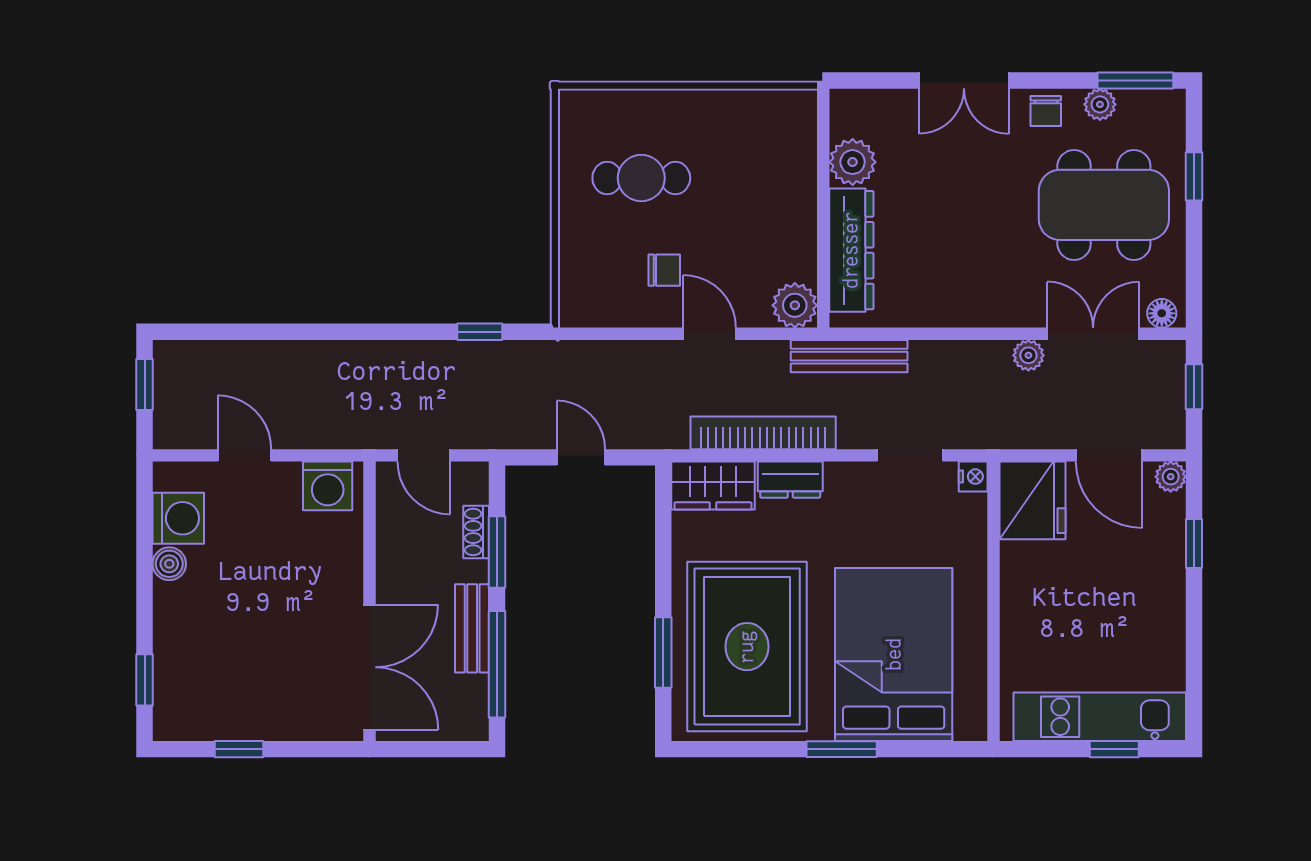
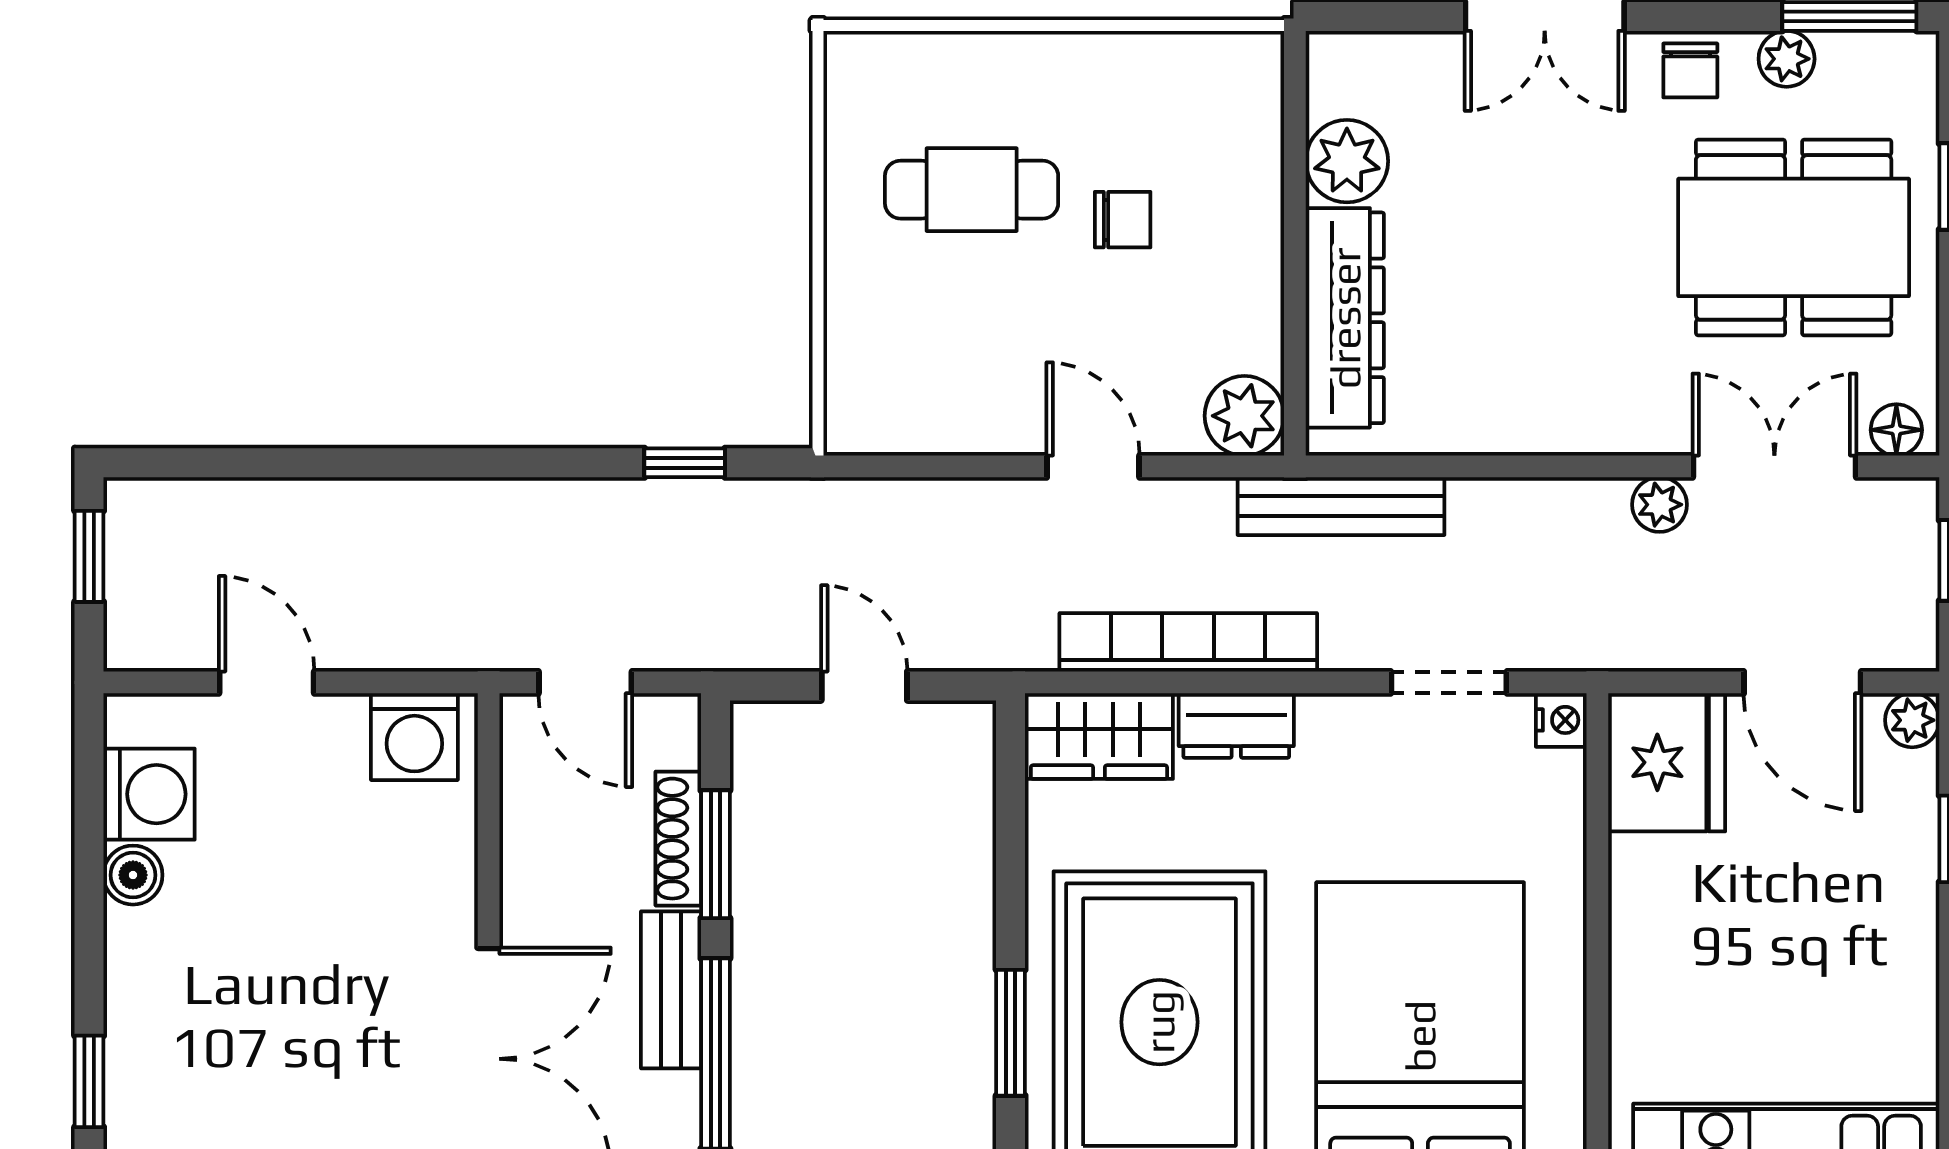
chair: (664, 270) -> (1123, 220), moved
shoe rack: (476, 532) -> (678, 839), width x1.43

